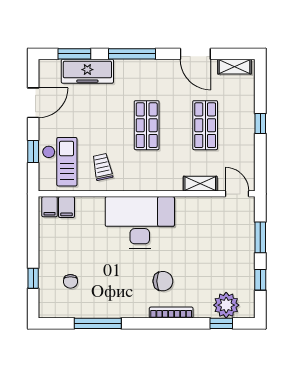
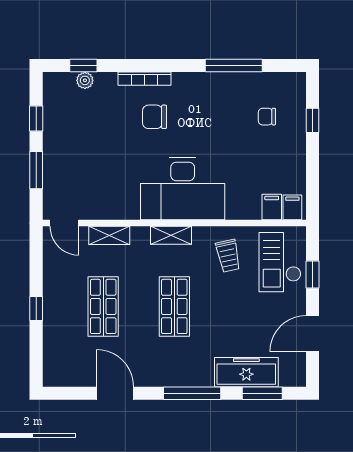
shelving: (235, 67) -> (171, 235), moved
chair: (70, 281) -> (267, 117), turned -90
plant: (226, 305) -> (85, 80), width x0.53, depth x0.53

